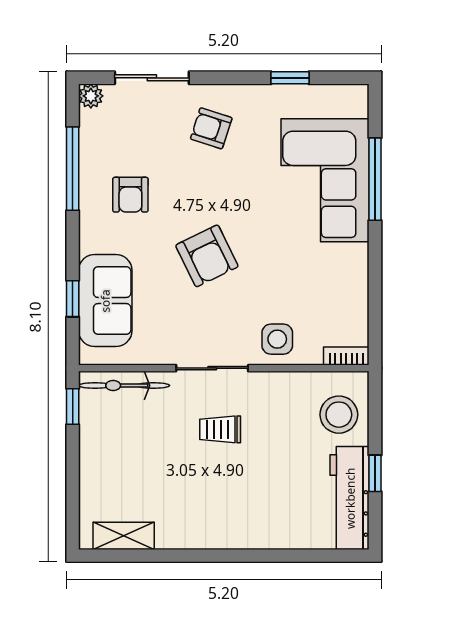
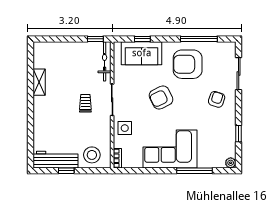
plant: (91, 96) -> (231, 163), moved
corner sofa: (325, 180) -> (170, 149), moved
armchair: (130, 195) -> (188, 64), width x1.88, depth x1.88
shelving: (124, 536) -> (39, 82), moved

